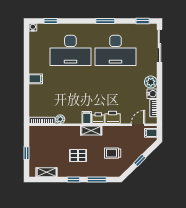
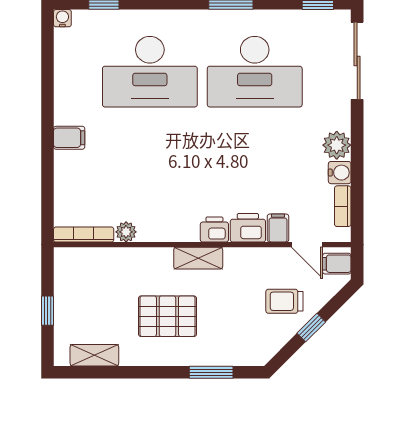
filing cabinet: (87, 118) -> (278, 228), moved
door: (138, 125) -> (307, 245), swing flipped
trolley: (113, 153) -> (284, 301), moved
pallet: (78, 155) -> (167, 316), width x1.50, depth x1.42
window: (73, 180) -> (157, 372), removed

